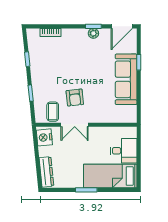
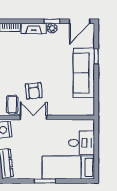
fireplace: (75, 34) -> (34, 28), added
double door: (75, 125) -> (34, 117), swing flipped

